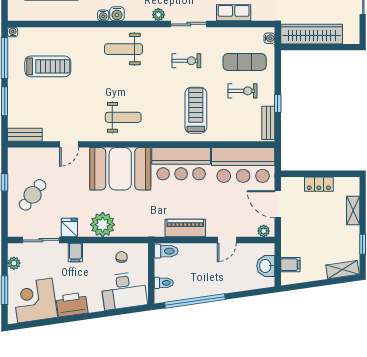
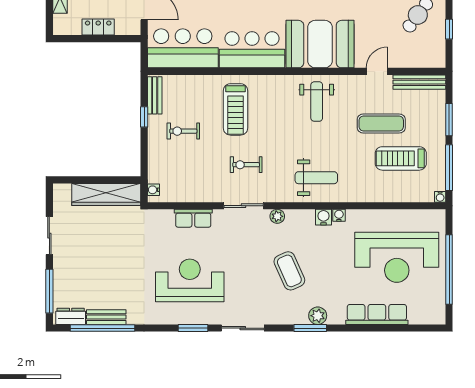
exercise mat: (245, 62) -> (381, 123), moved
weight bench: (123, 117) -> (317, 102), turned -90
bench: (25, 135) -> (419, 82), width x1.36

